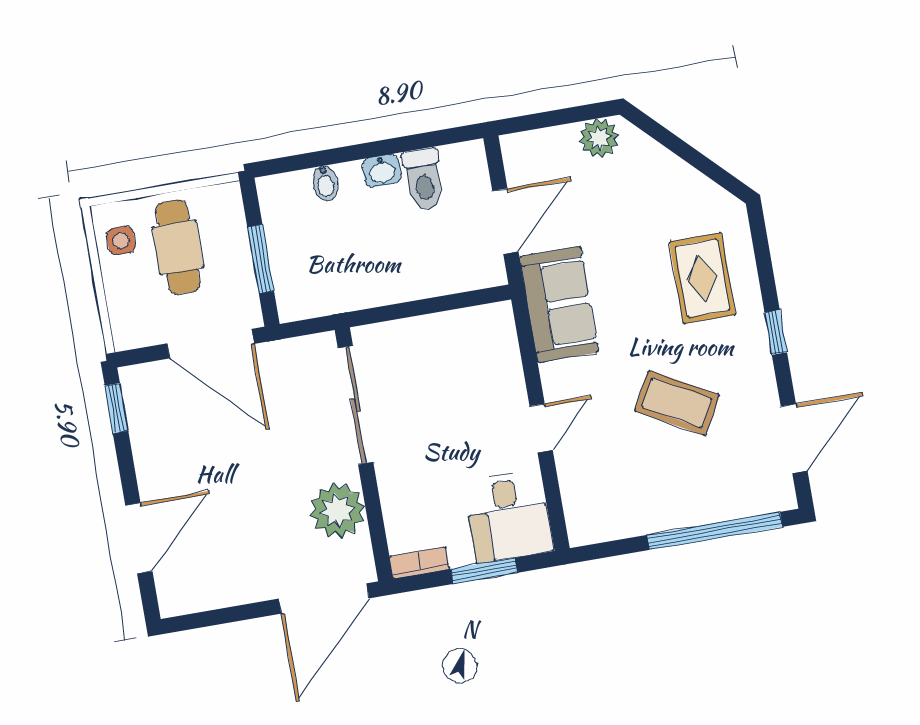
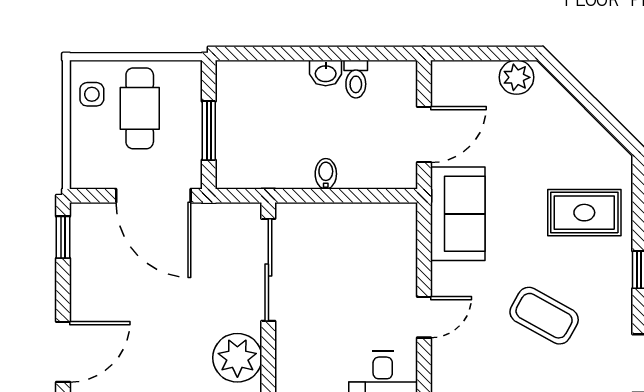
toilet: (424, 179) -> (356, 79), width x0.73, depth x0.72
bidet: (325, 183) -> (326, 174), moved, turned 180
rug: (702, 278) -> (584, 213), turned 90

